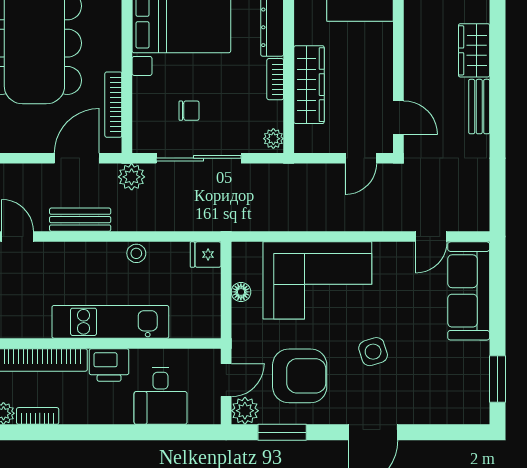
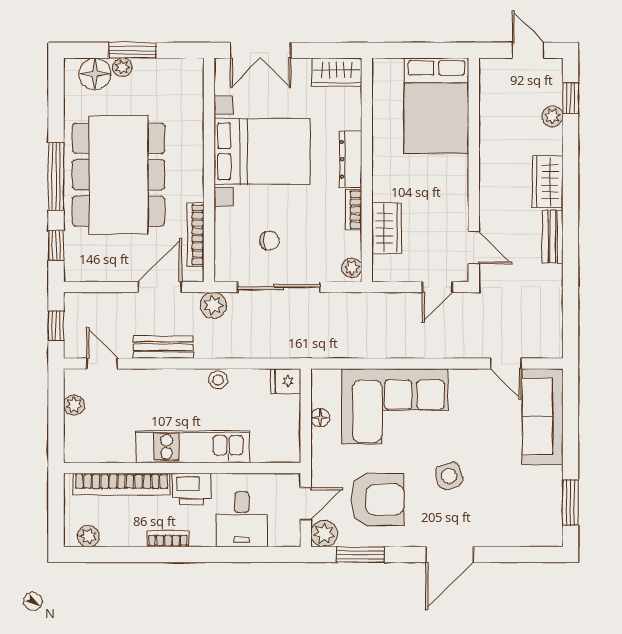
wardrobe: (309, 85) -> (387, 228), width x0.67
door: (431, 237) -> (506, 363), hinge flipped
bookcase: (38, 416) -> (168, 539), moved

